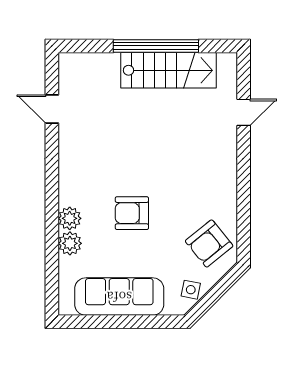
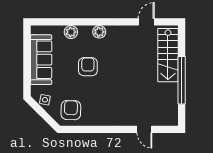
stairs: (169, 70) -> (168, 55), moved
plant: (70, 218) -> (99, 32), moved
armchair: (209, 243) -> (71, 110), turned 41

